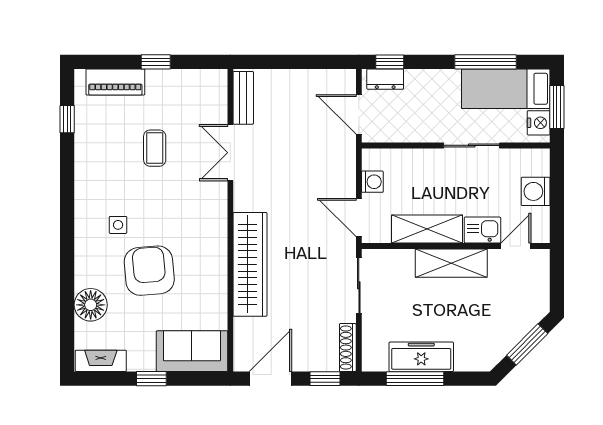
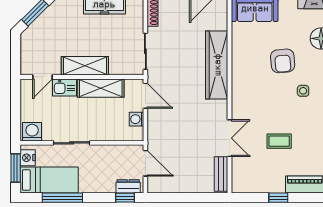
coffee table: (155, 148) -> (279, 141), turned 90
washing machine: (536, 191) -> (32, 132), moved, turned -90
armchair: (149, 271) -> (283, 61), width x0.73, depth x0.73

